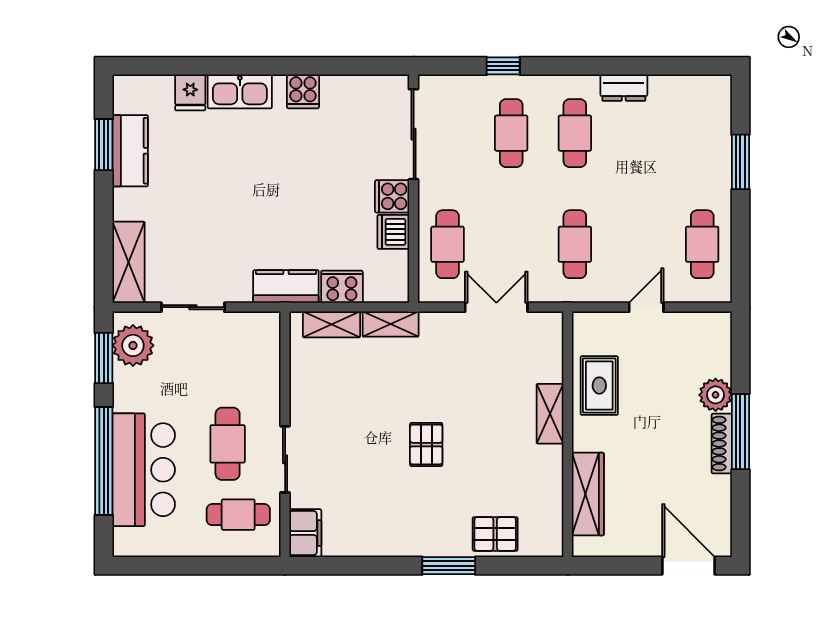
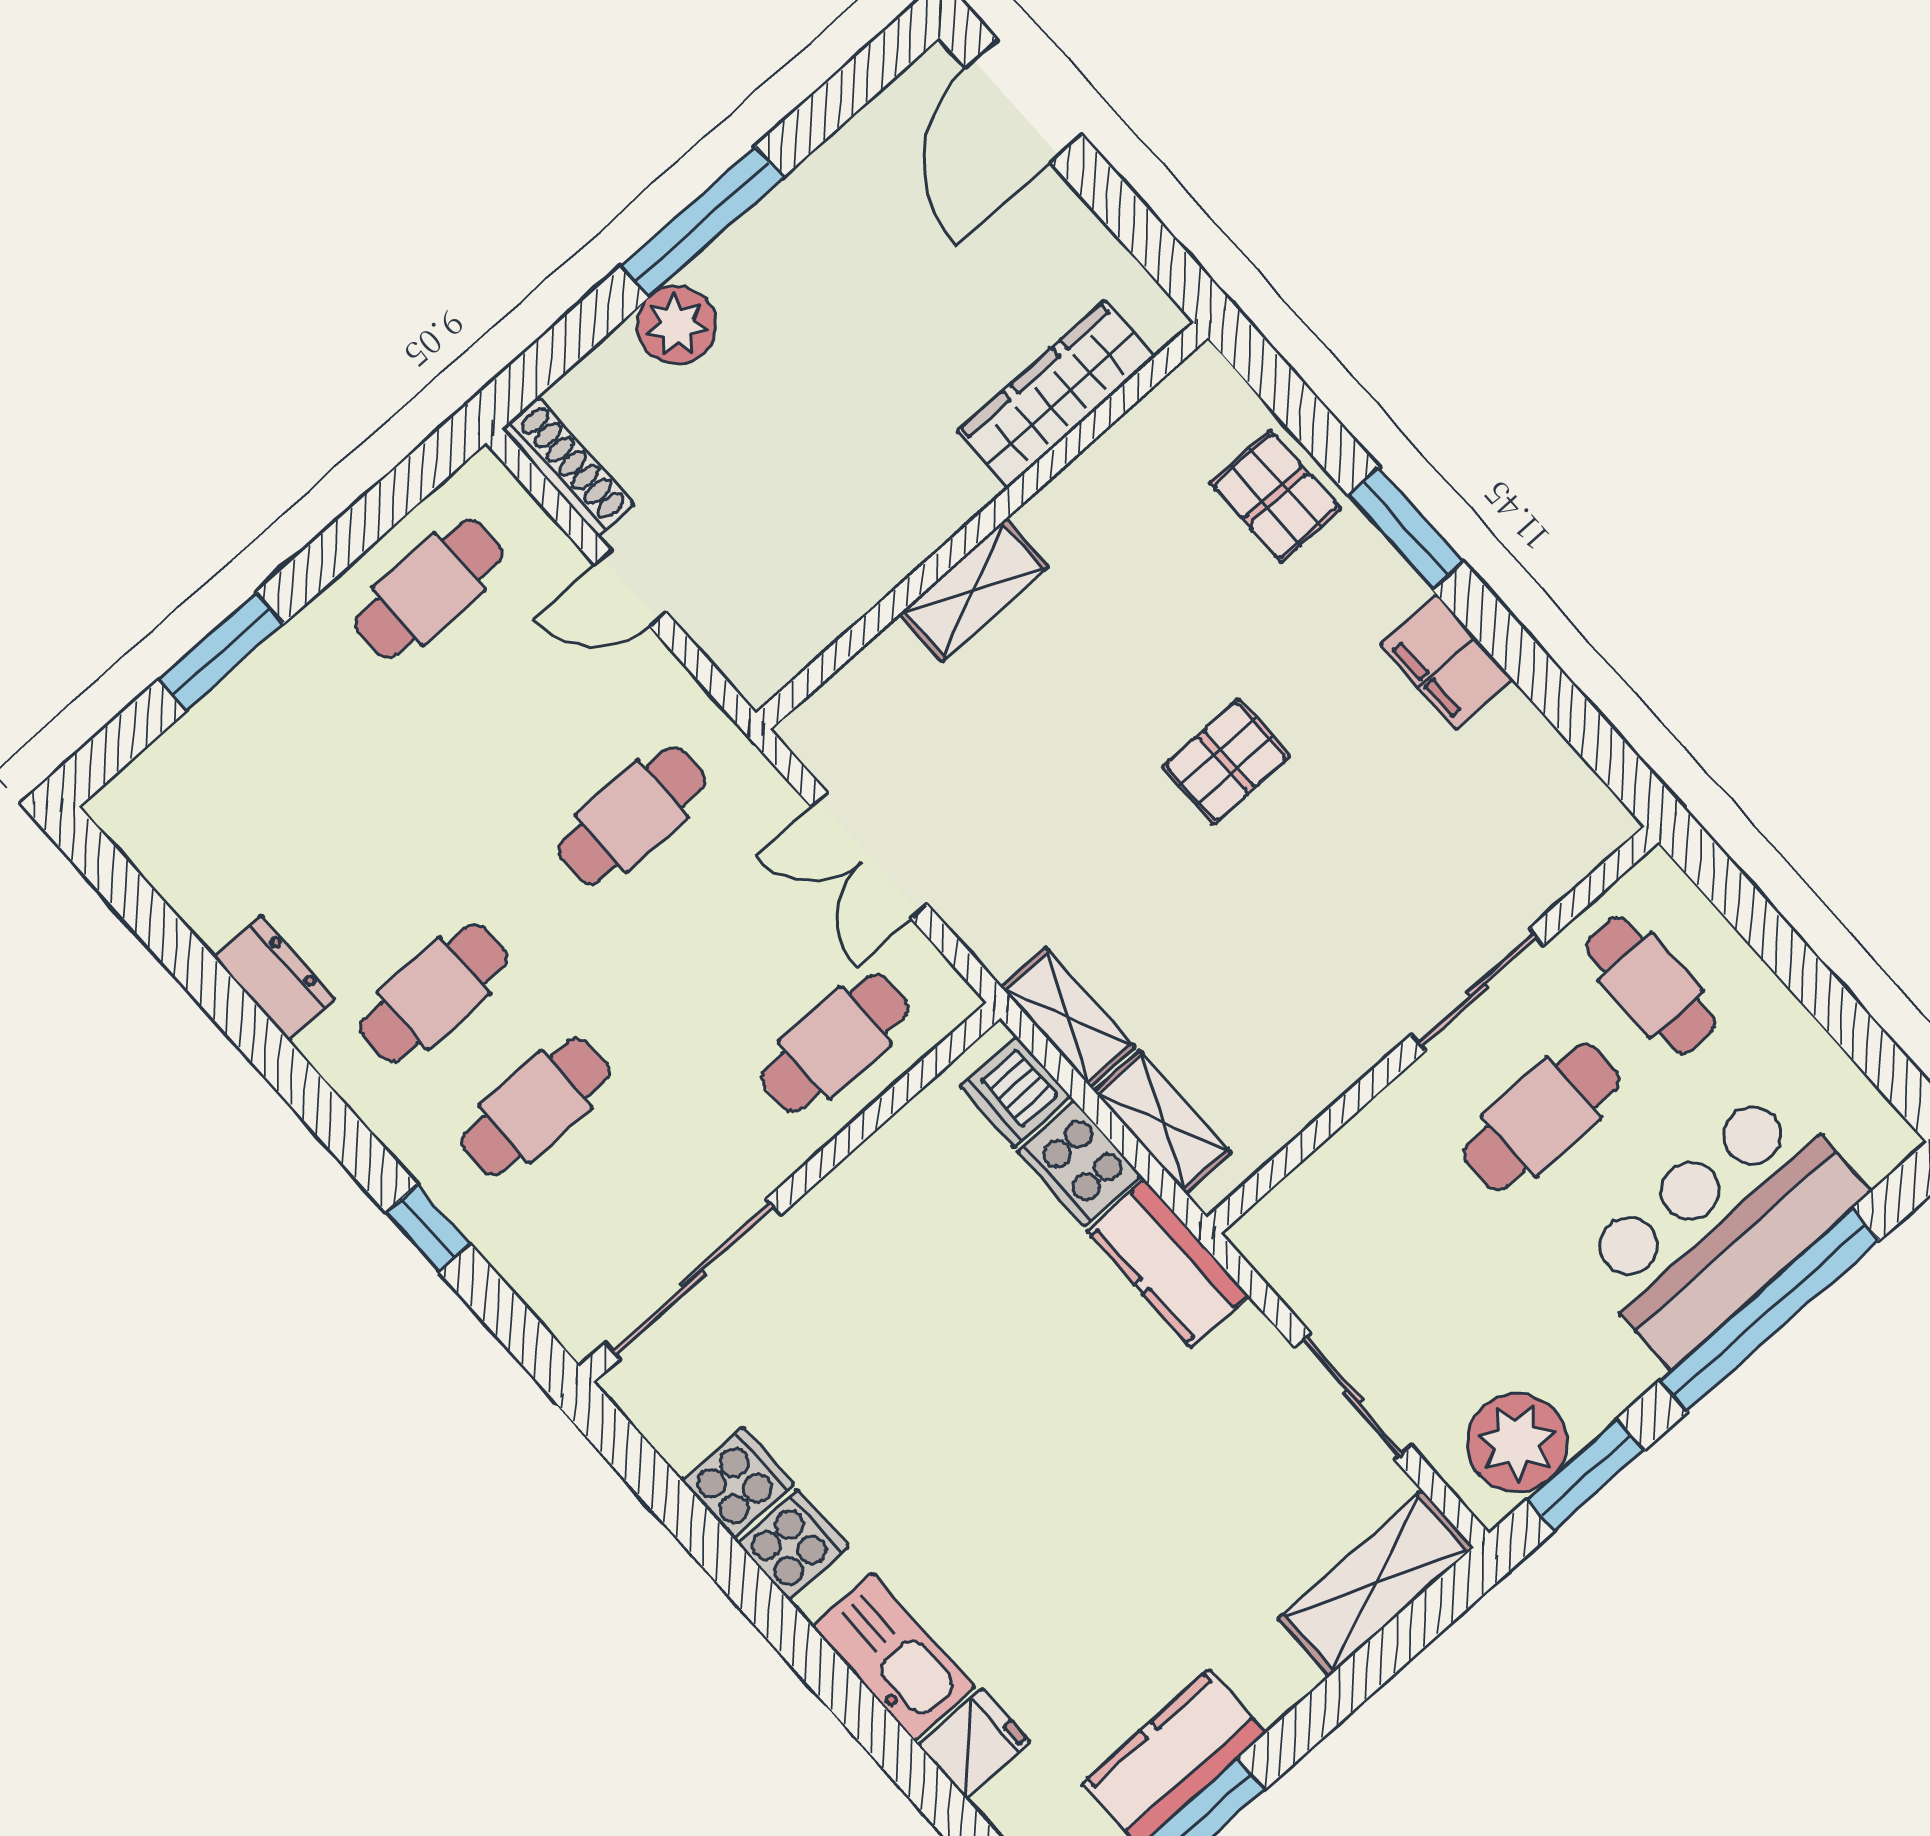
cooker: (392, 196) -> (738, 1482), moved, turned -90
dishwasher: (393, 232) -> (1015, 1092), moved, turned 90
rug: (599, 386) -> (845, 547), removed
shoe rack: (722, 444) -> (568, 467), moved, turned -90
filing cabinet: (305, 533) -> (1447, 662), moved, turned -90

